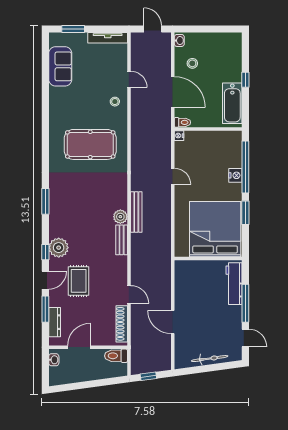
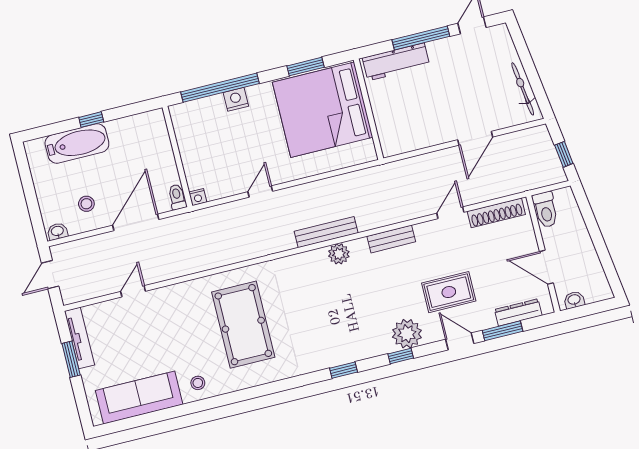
window: (73, 29) -> (71, 359), moved
sofa: (60, 66) -> (139, 397), width x1.36
stool: (115, 102) -> (198, 383), moved
bathtub: (232, 103) -> (77, 143), moved
window: (45, 201) -> (344, 370), width x0.67
window: (245, 213) -> (305, 67), moved
bench: (122, 240) -> (391, 239), moved
window: (45, 252) -> (401, 356), moved
bicycle: (210, 359) -> (523, 89), moved

